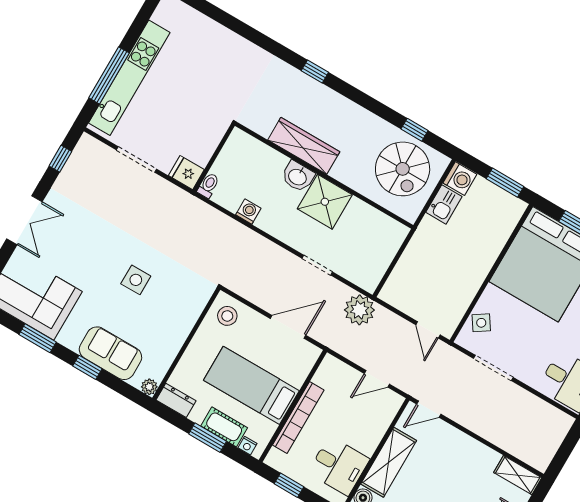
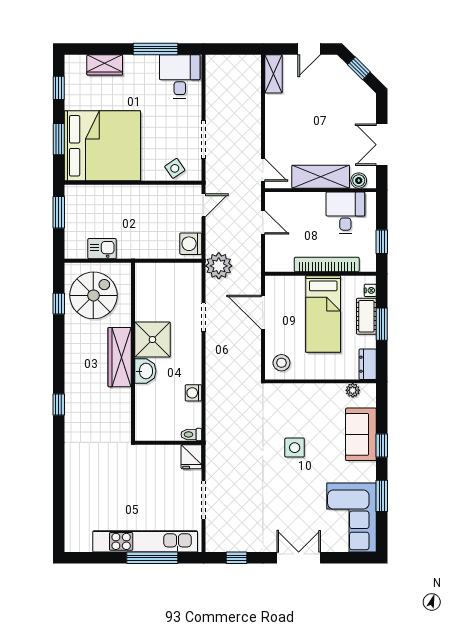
wardrobe: (304, 146) -> (120, 357), moved
washing machine: (460, 179) -> (191, 244), moved, turned -90
plant: (149, 387) -> (353, 390), moved

